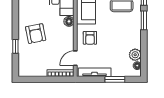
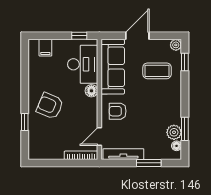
window: (144, 20) -> (185, 129), moved
armchair: (36, 34) -> (50, 106), turned 124
armchair: (90, 38) -> (118, 111), turned 90

